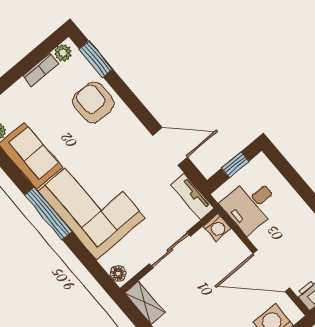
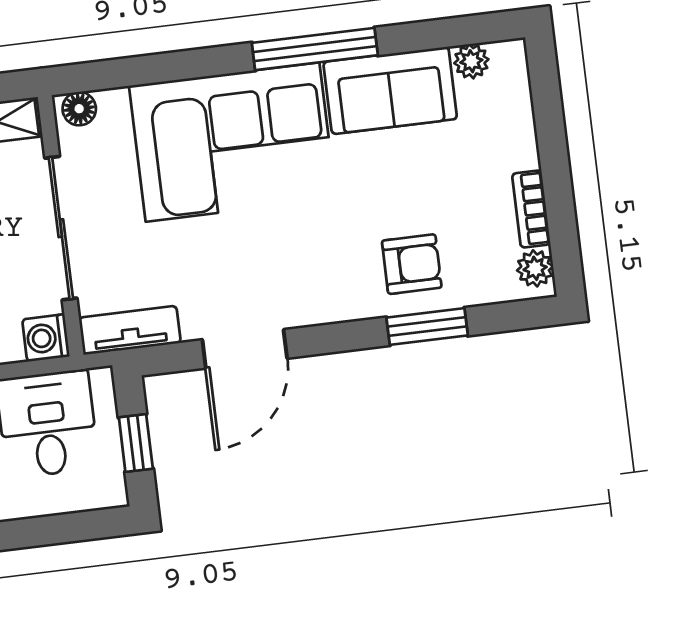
window: (96, 59) -> (427, 327), moved
armchair: (93, 102) -> (412, 264), width x0.72, depth x0.72
window: (48, 213) -> (315, 49), moved
sliding door: (170, 250) -> (61, 228), width x1.37

